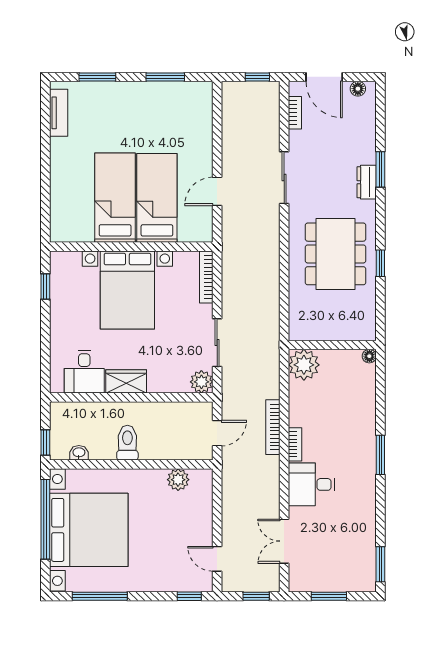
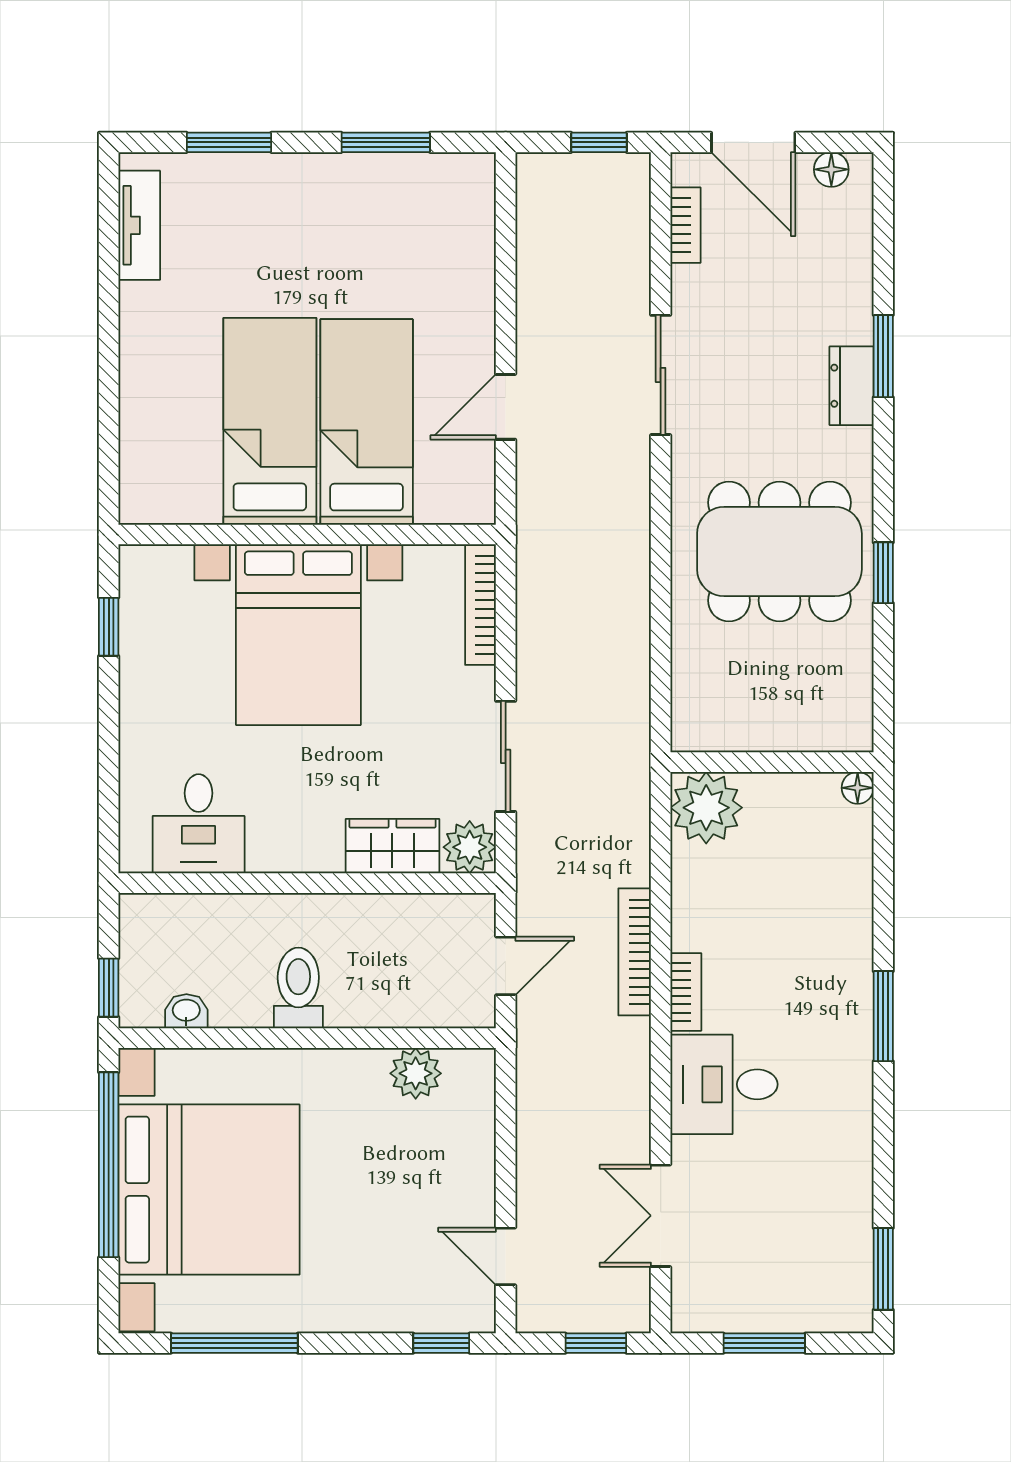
dining table: (336, 254) -> (779, 552), turned 90
wardrobe: (126, 381) -> (392, 846), moved

